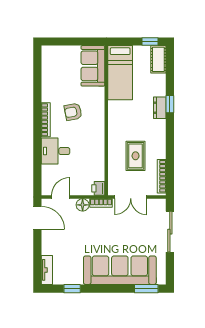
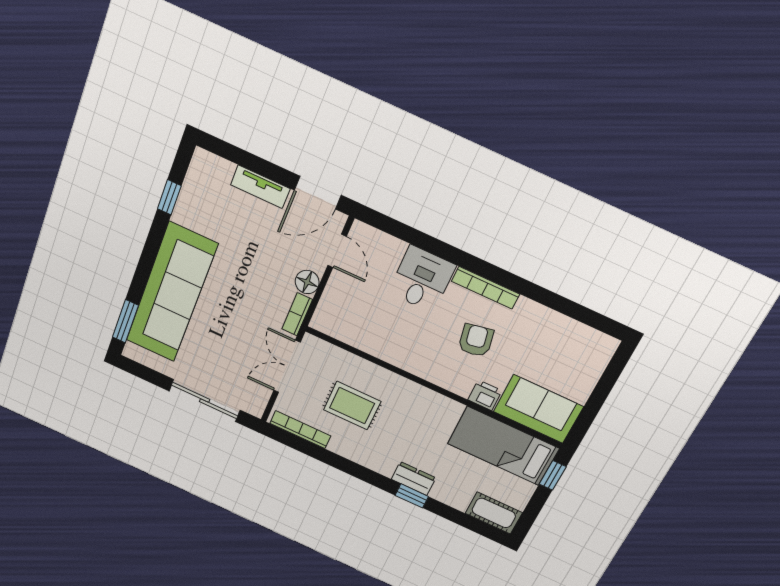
window: (150, 41) -> (553, 475), moved
printer: (98, 188) -> (485, 395), moved
tv unit: (47, 270) -> (260, 187), moved

